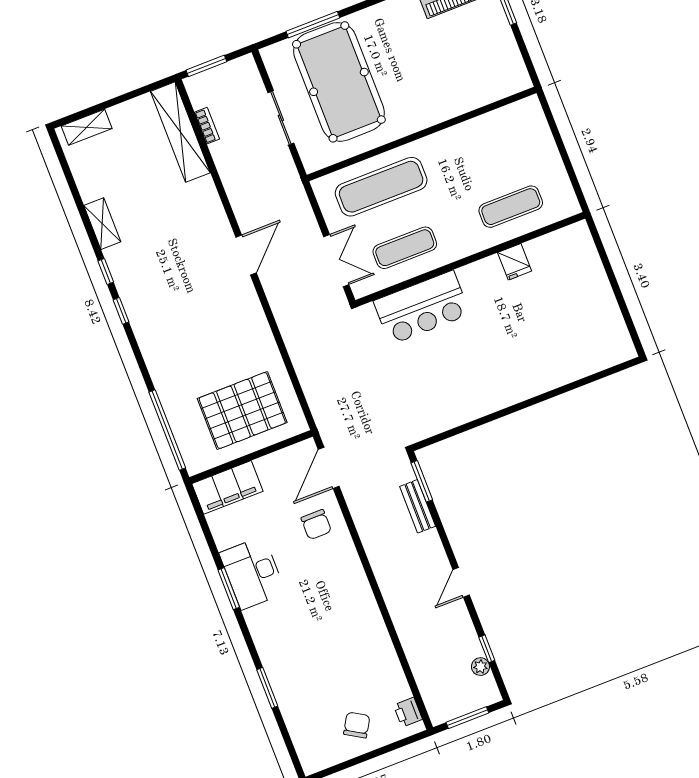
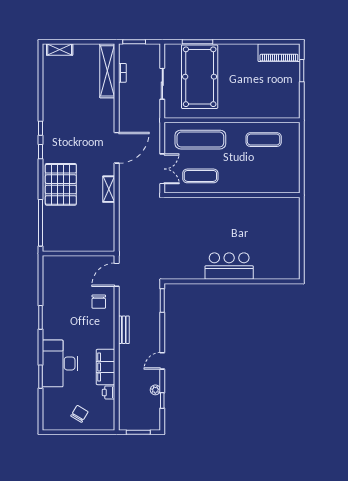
exercise mat: (511, 207) -> (264, 140), moved
shelving: (102, 224) -> (109, 189), moved
door: (246, 255) -> (117, 148), width x1.36
fridge: (515, 262) -> (254, 205), removed
bar counter: (422, 308) -> (229, 266), moved, turned 180
pallet: (242, 411) -> (61, 184), moved, turned 90
filing cabinet: (227, 487) -> (105, 367), moved, turned 90
bench: (418, 506) -> (124, 330), moved
desk: (253, 573) -> (60, 363), moved, width x1.36, depth x1.30
plant: (480, 667) -> (155, 390), moved
printer: (408, 712) -> (109, 392), moved

